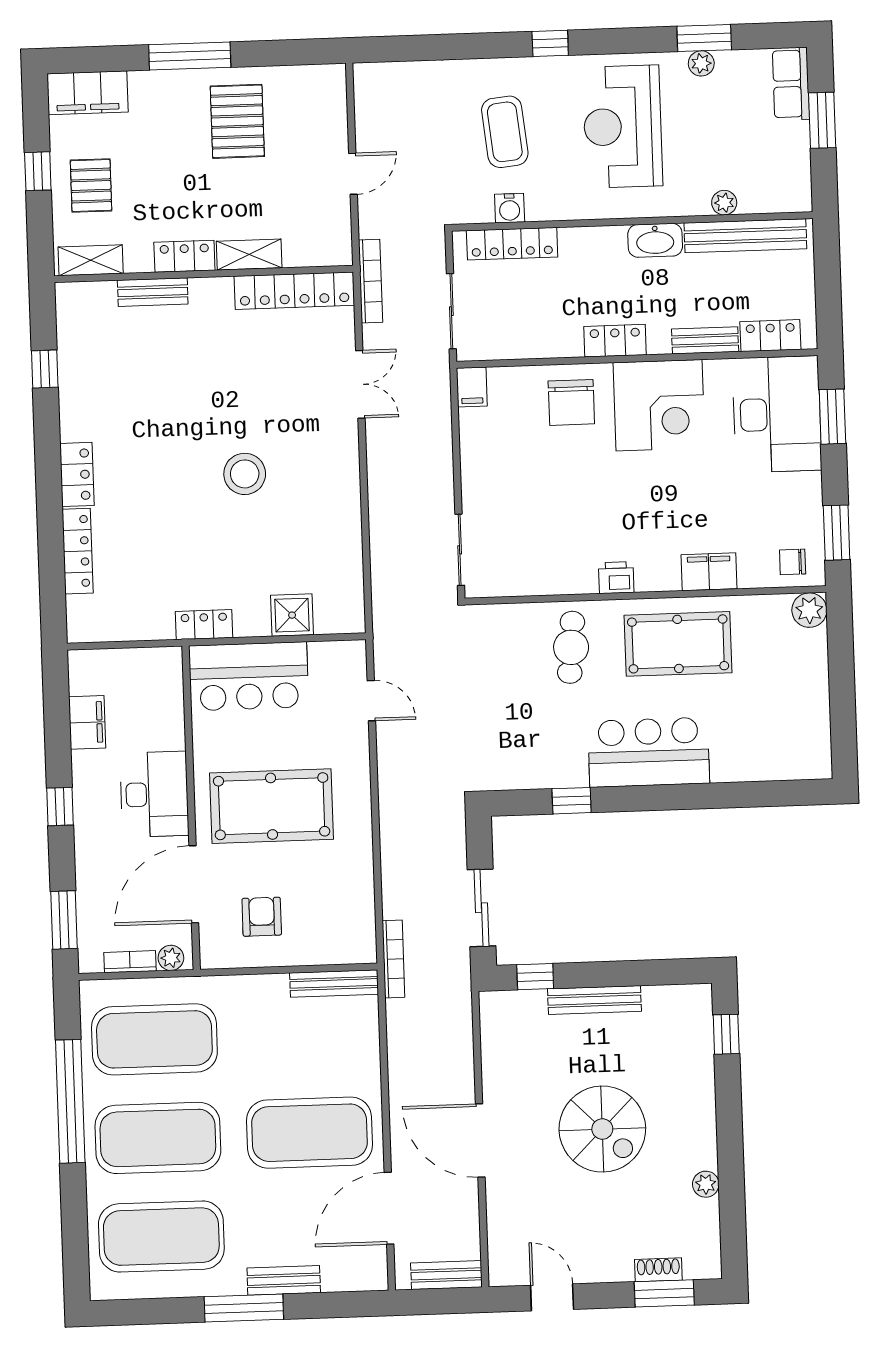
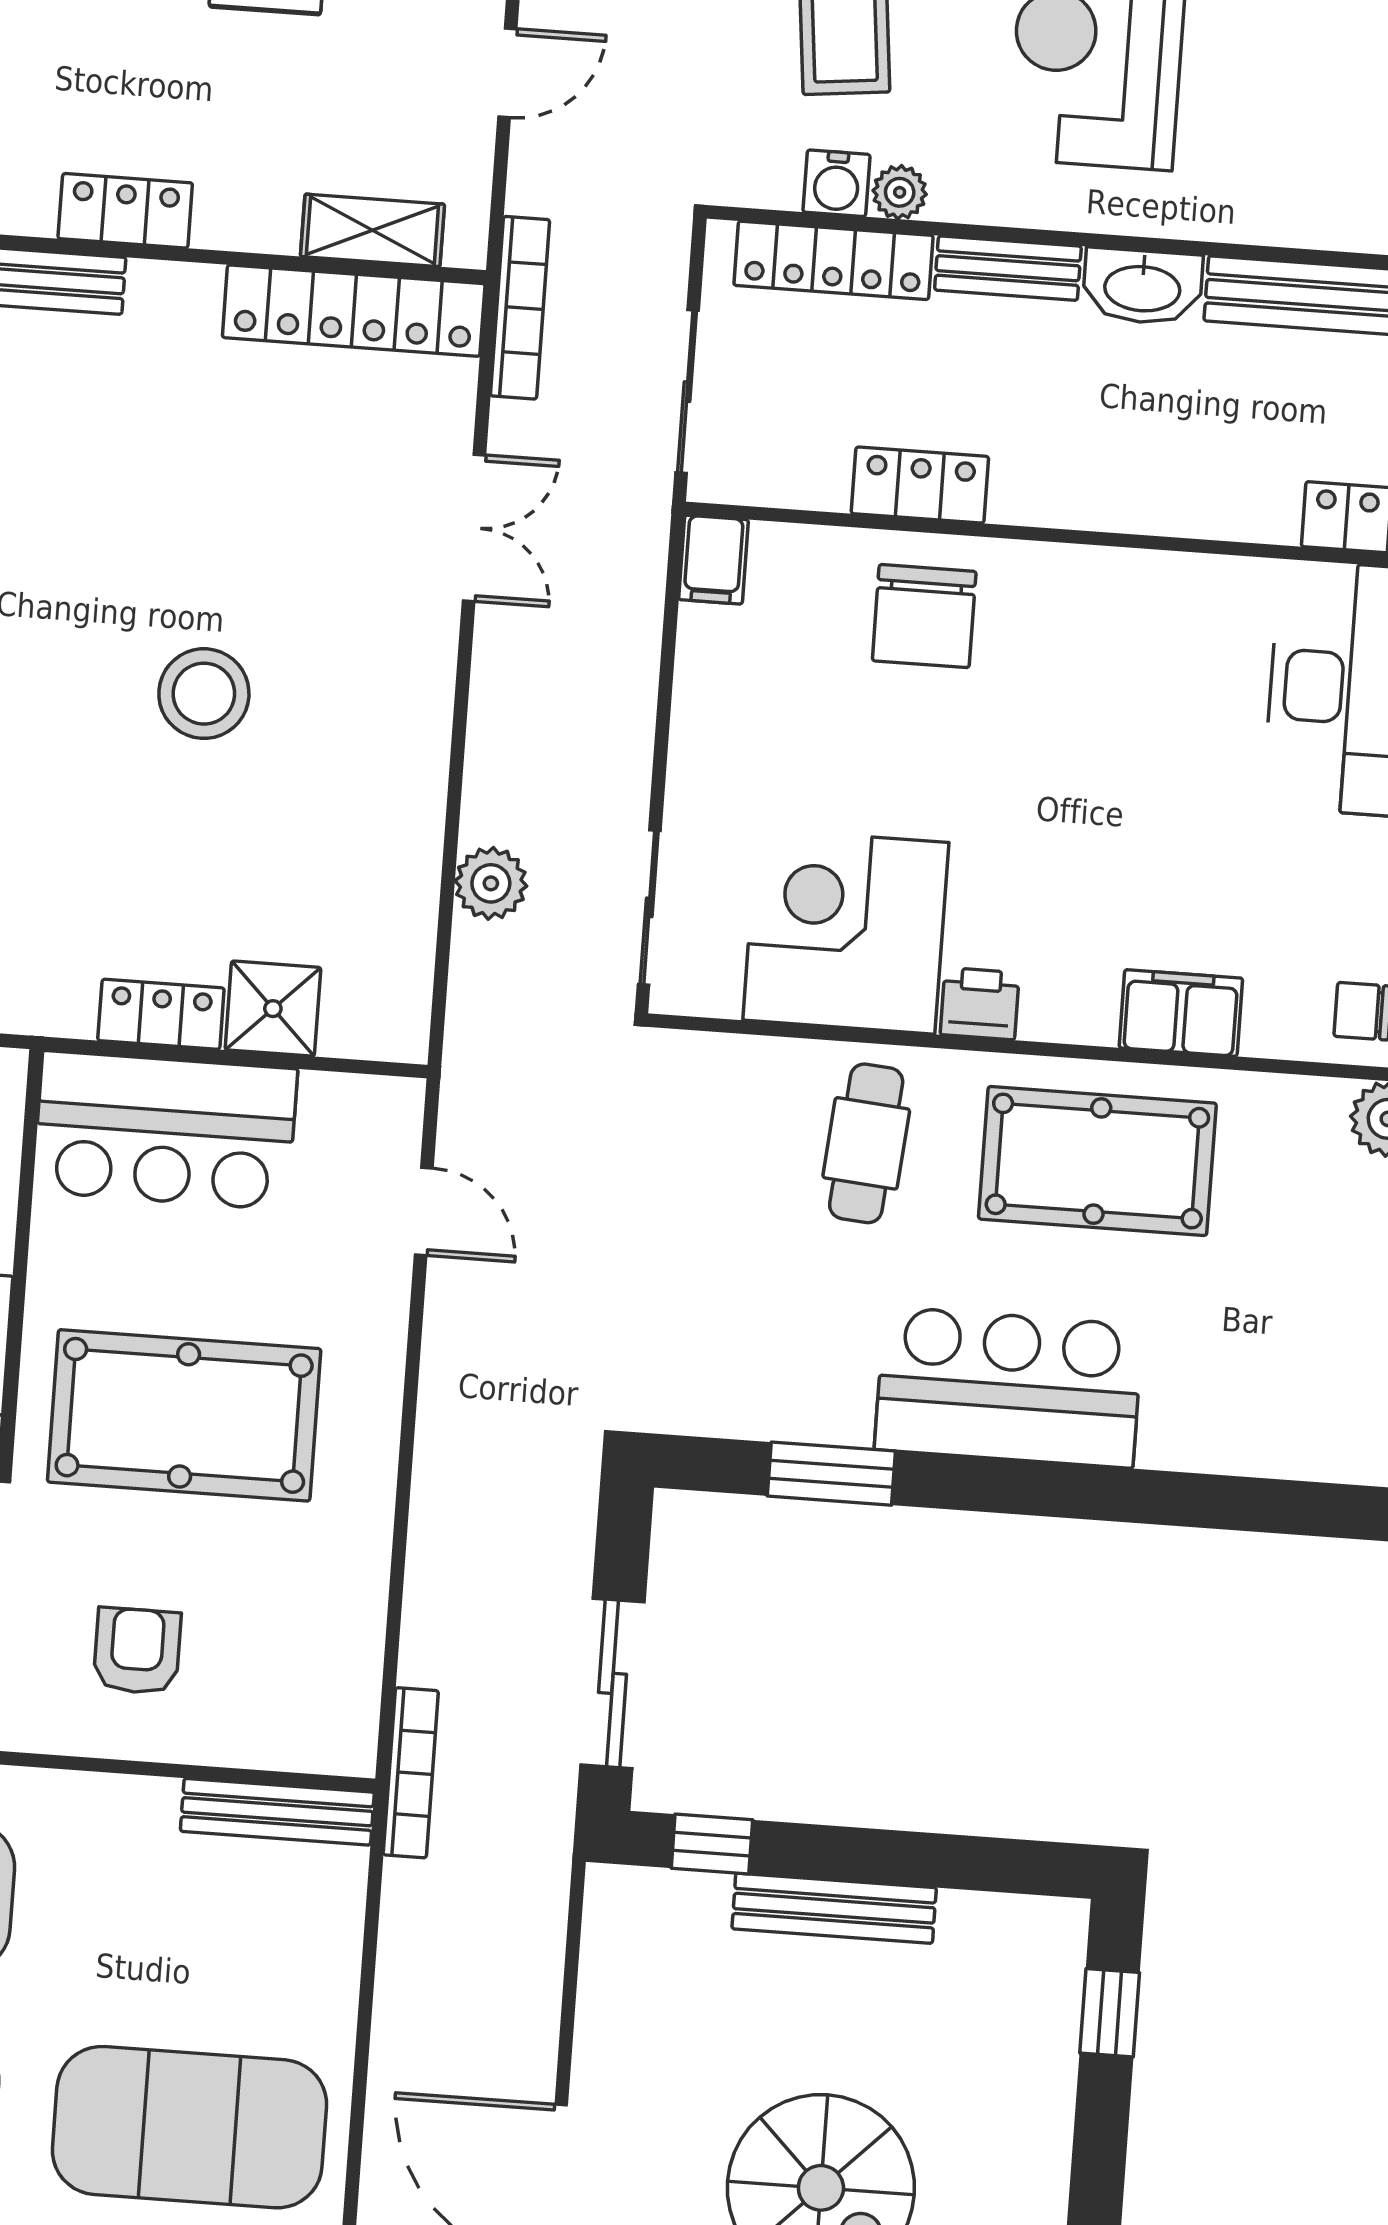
plant: (724, 203) -> (900, 192), moved
shelving: (249, 255) -> (372, 230), moved
bench: (705, 340) -> (1008, 268), moved
locker: (615, 341) -> (920, 485), moved
corner desk: (659, 405) -> (846, 931), moved, turned 180
plant: (386, 547) -> (491, 883), added
locker: (204, 625) -> (161, 1014), moved
window: (572, 801) -> (831, 1474), width x1.50

